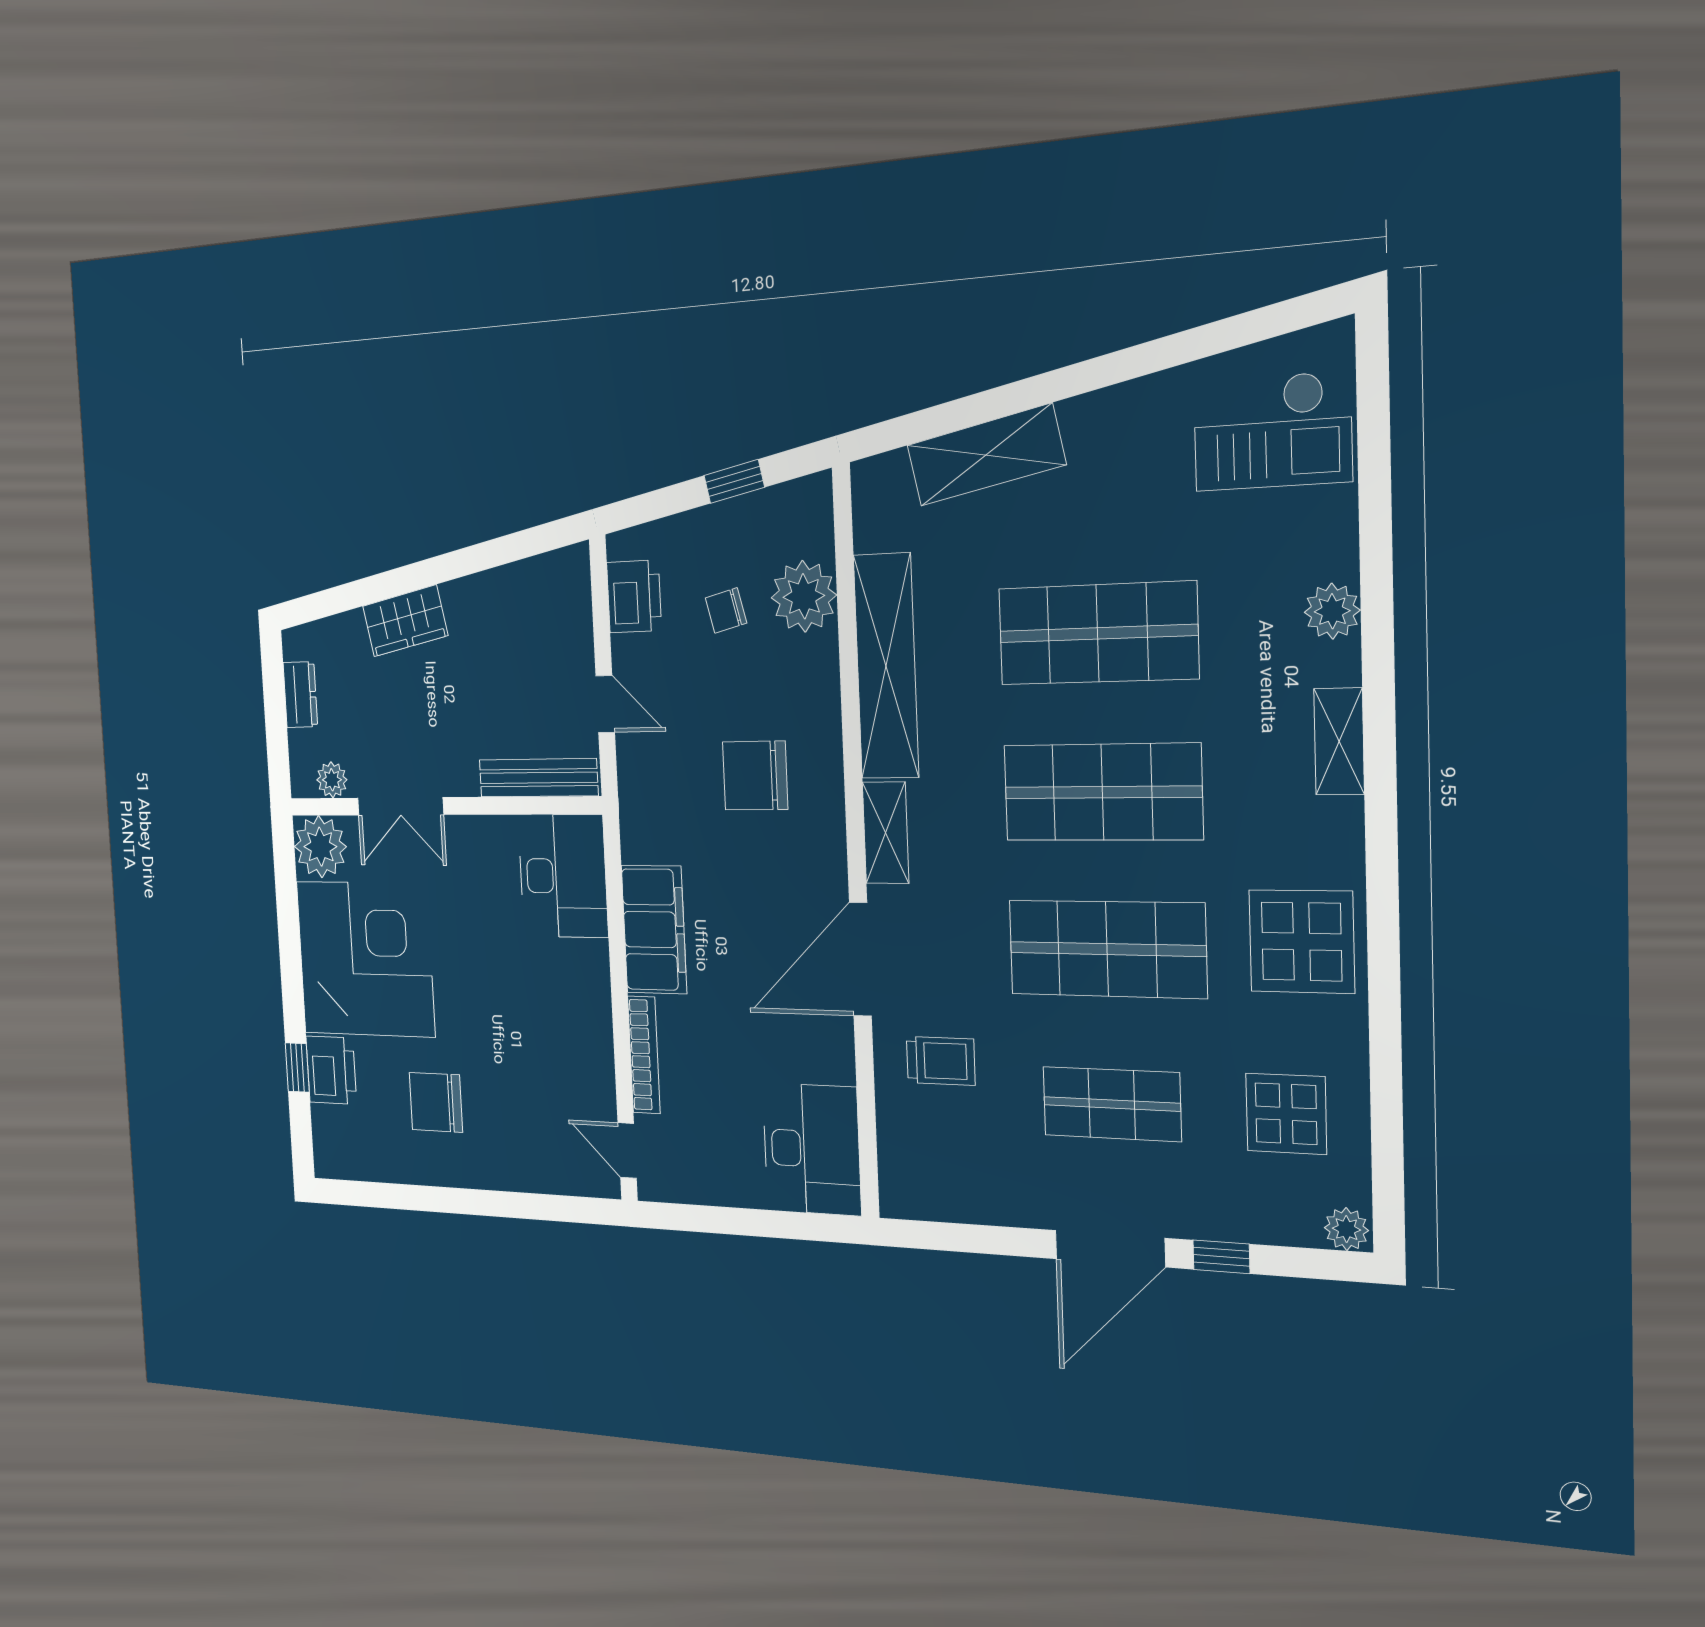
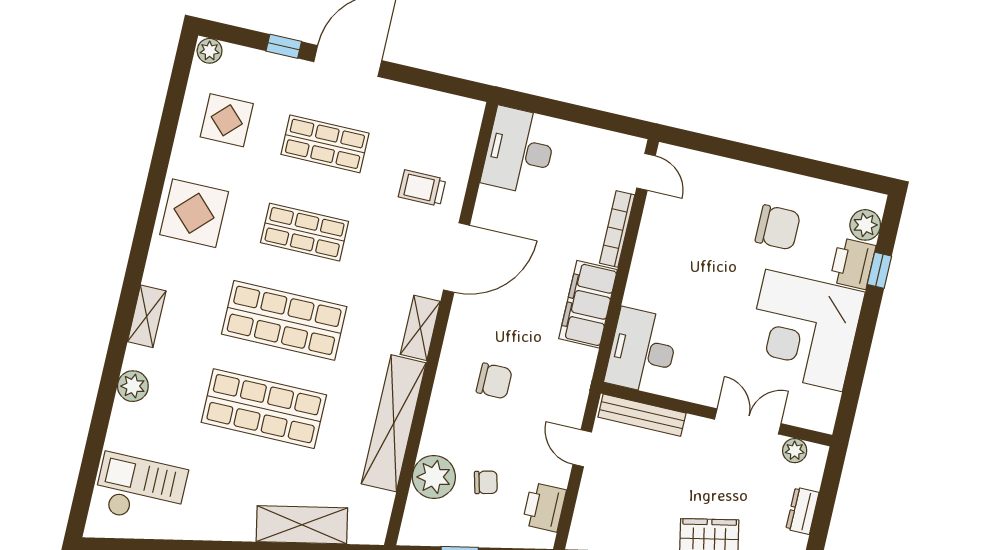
chair: (755, 776) -> (494, 381), width x0.73, depth x0.73
plant: (320, 847) -> (865, 225), moved, width x0.73, depth x0.73
shop shelf: (1107, 949) -> (305, 232), width x0.70, depth x0.74

